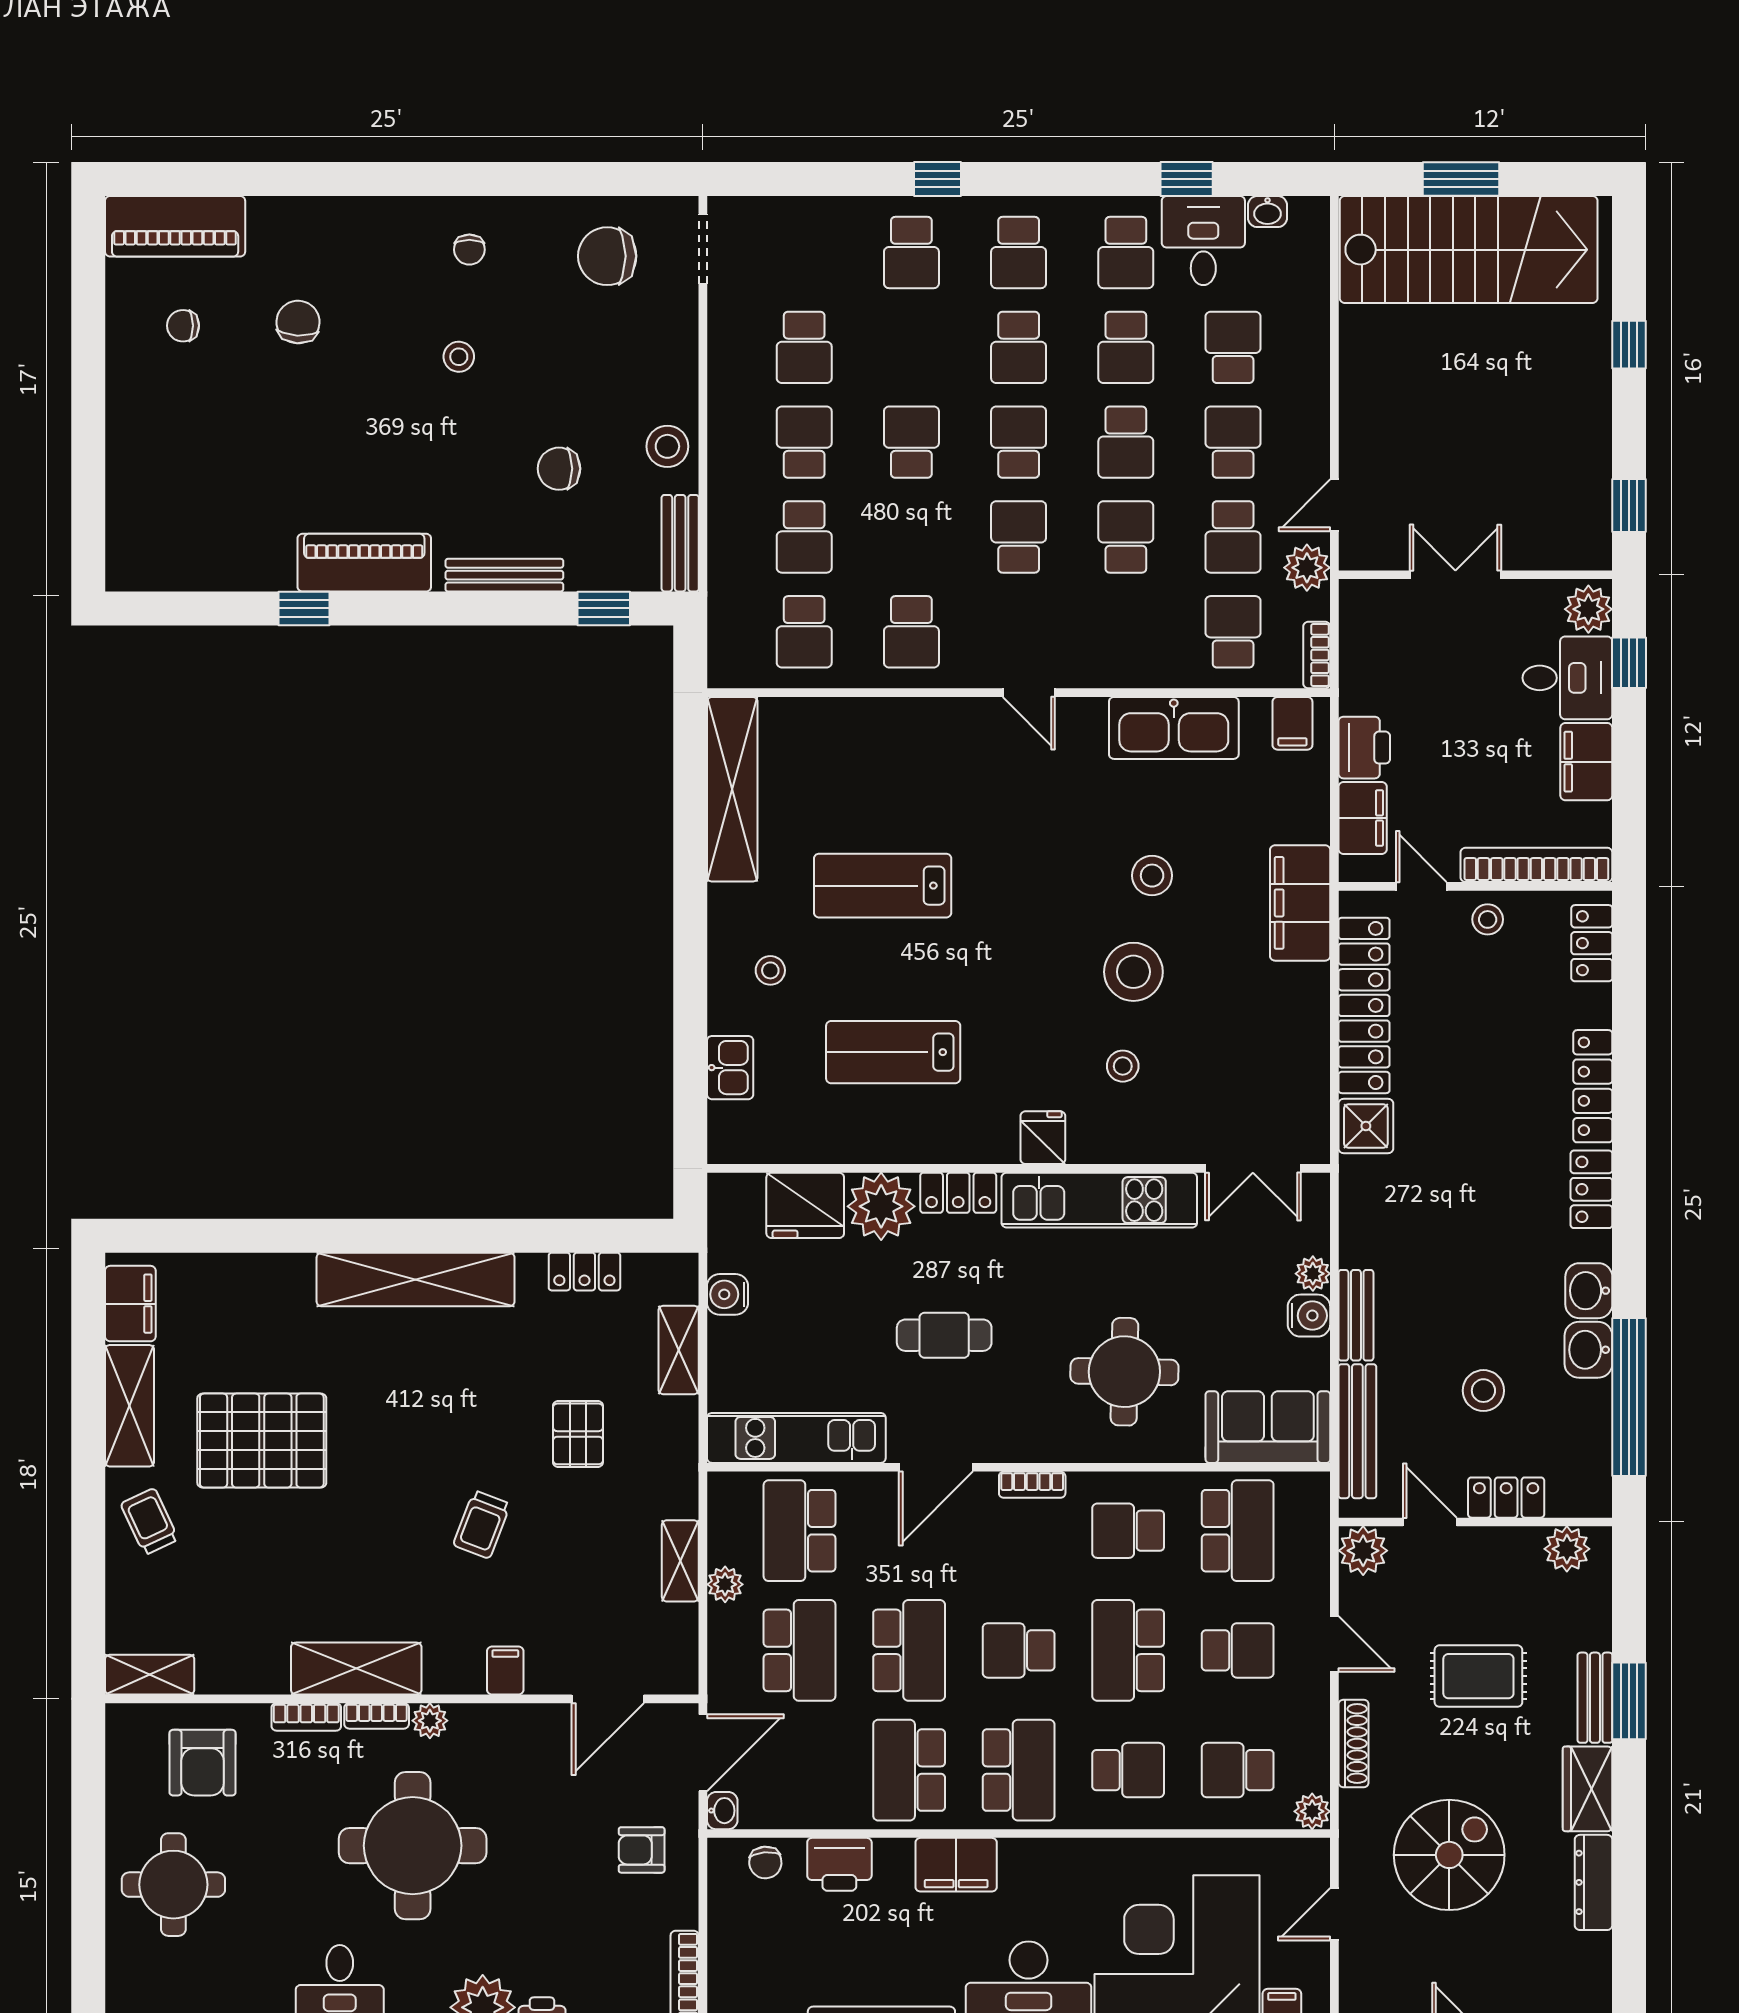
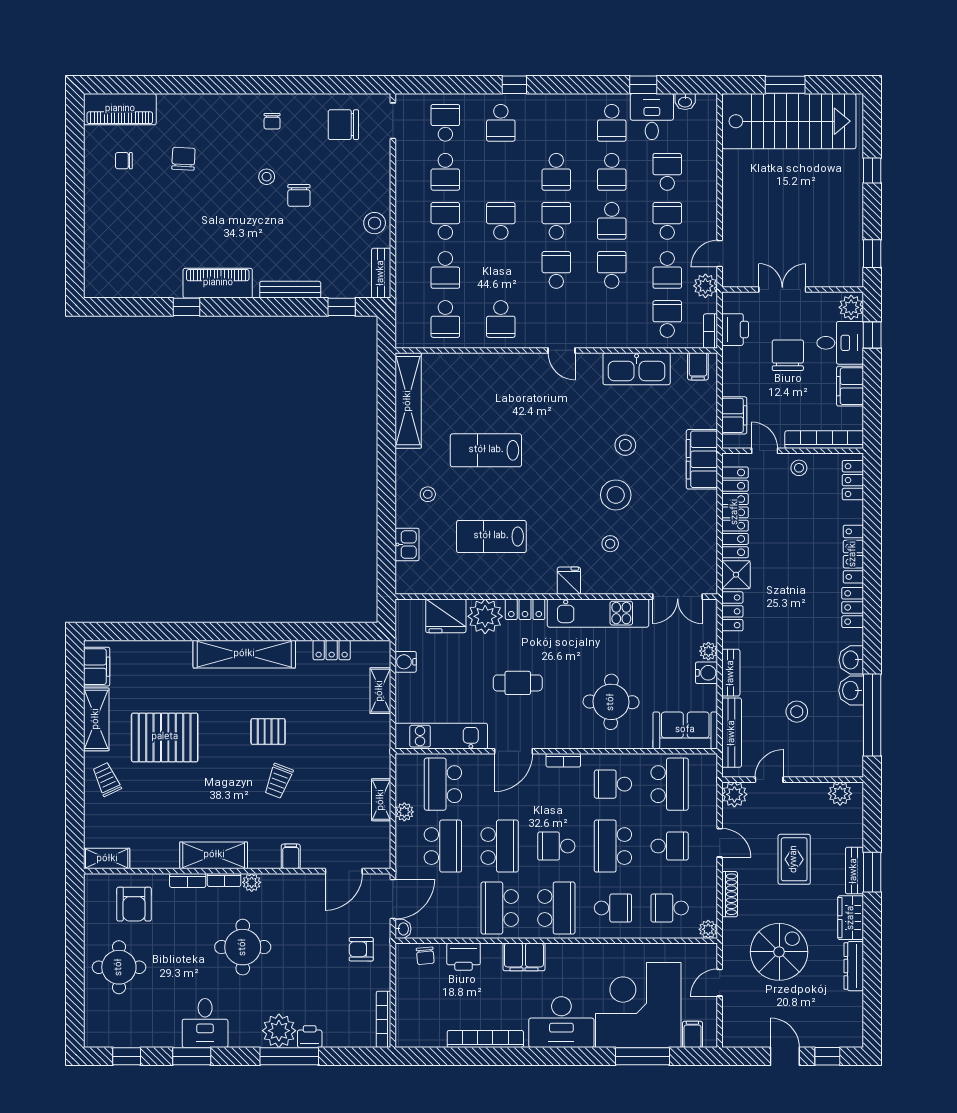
school desk: (1019, 253) -> (445, 123), moved, turned 180
chair: (559, 469) -> (299, 195), moved, turned -90
chair: (1466, 702) -> (788, 355), added
printer: (1364, 748) -> (735, 330), moved
pallet: (578, 1434) -> (268, 732), moved, turned 90
locker: (1506, 1498) -> (732, 611), moved, turned 90
door: (1430, 1522) -> (769, 780), hinge flipped
rug: (1478, 1676) -> (794, 859), turned 90
round table: (413, 1846) -> (243, 947), width x0.73, depth x0.73

